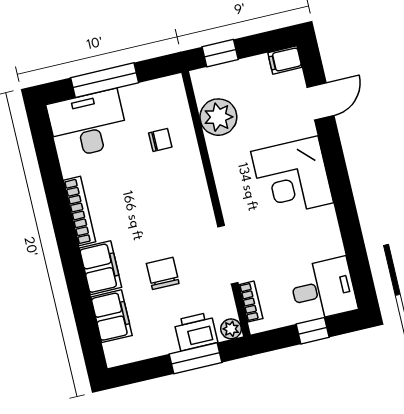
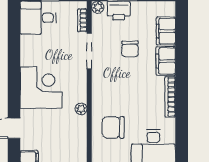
plant: (218, 117) -> (81, 109), moved, width x0.53, depth x0.53
chair: (160, 140) -> (113, 128), width x1.87, depth x1.87

